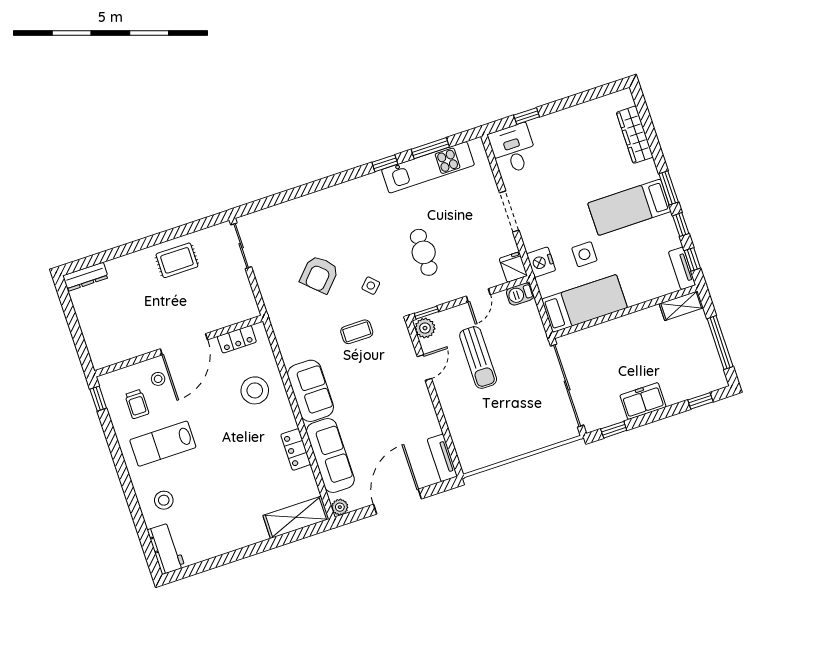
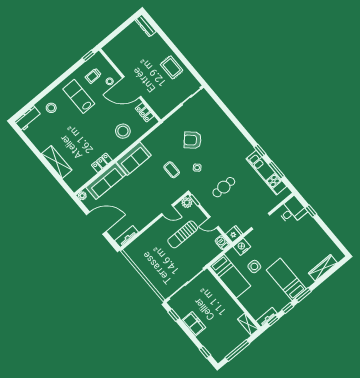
shelving: (296, 517) -> (57, 162), moved

